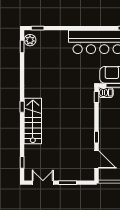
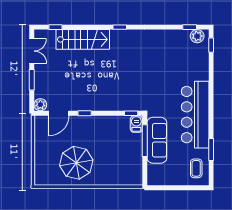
stairs: (33, 121) -> (83, 39), moved
plant: (89, 175) -> (40, 105), added

